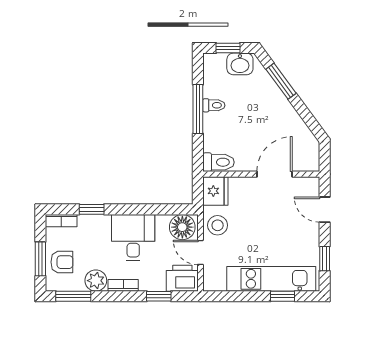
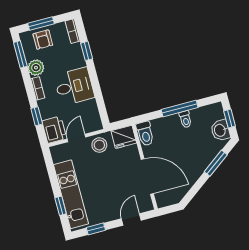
door: (275, 174) -> (147, 176), width x1.36
floor lamp: (182, 227) -> (91, 120), removed

